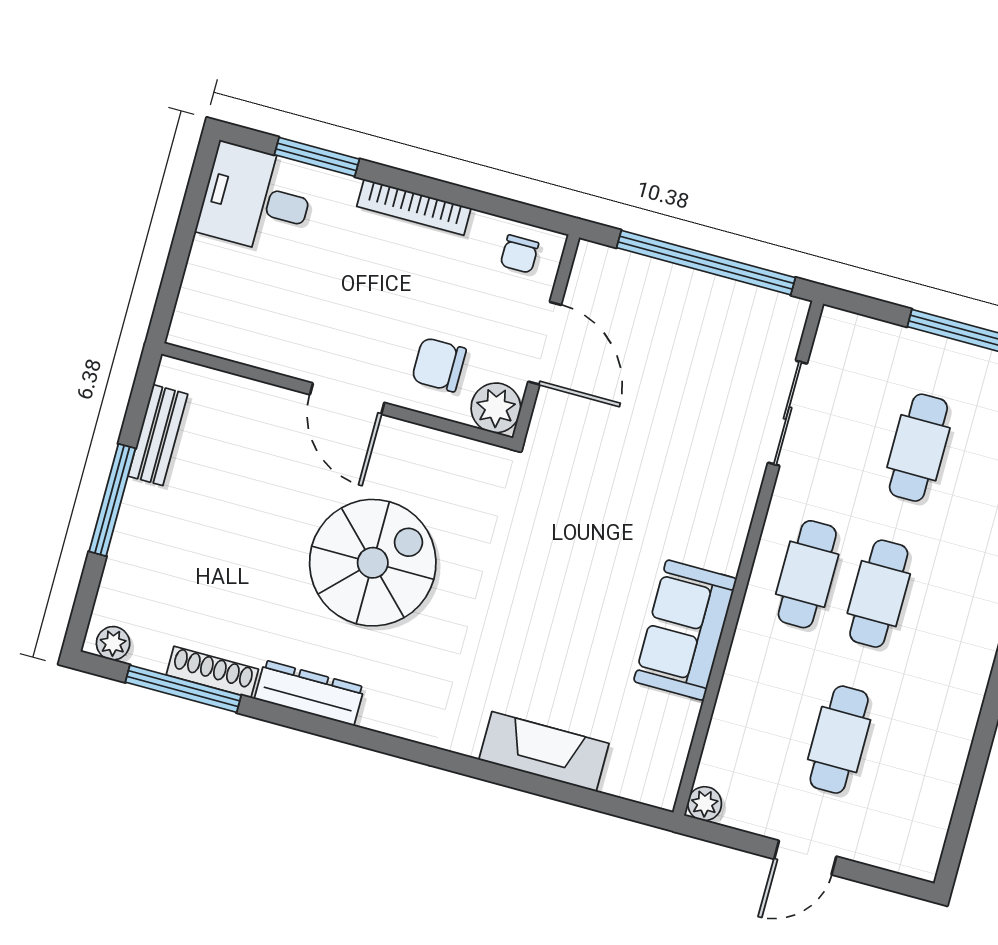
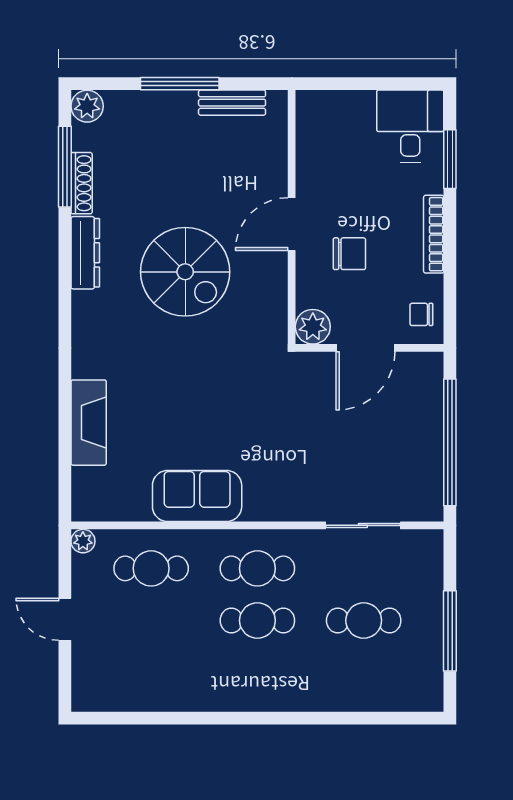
chair: (439, 365) -> (349, 254), moved, turned 90
plant: (113, 643) -> (87, 106), width x1.38, depth x1.38
cafe table: (839, 740) -> (151, 568), moved

